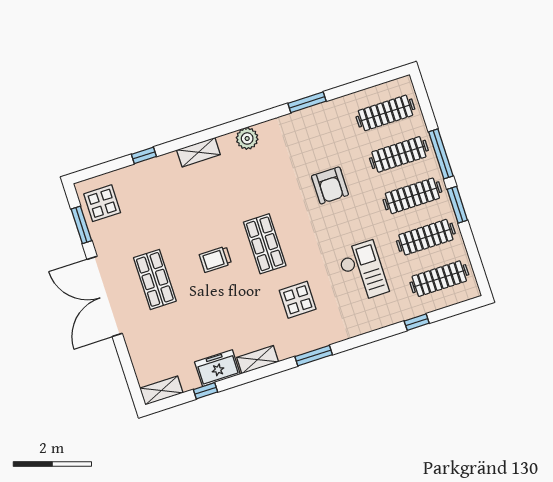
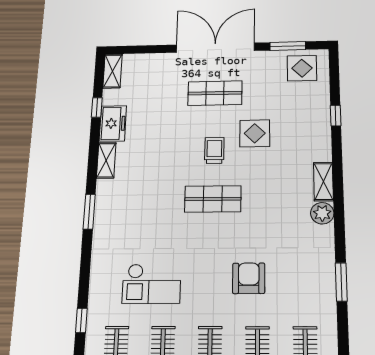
shelving: (198, 152) -> (323, 182), moved
armchair: (330, 185) -> (249, 278), turned 90
display table: (298, 300) -> (255, 133), moved

